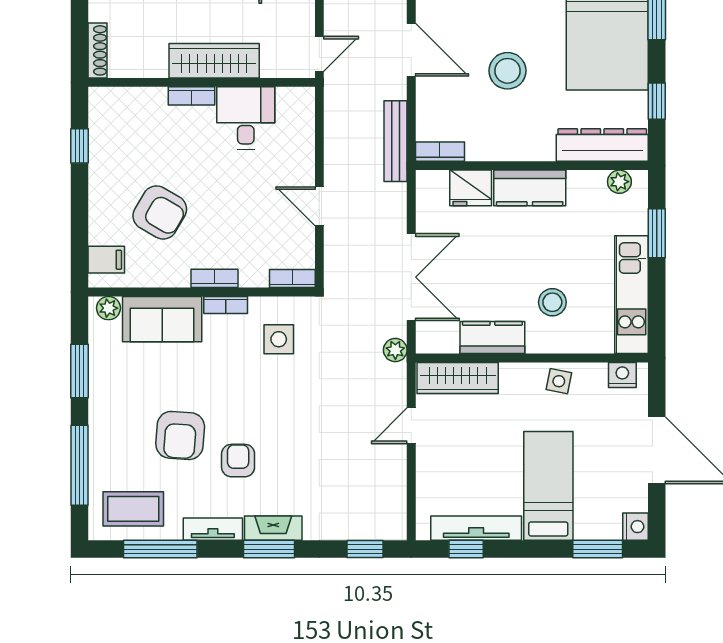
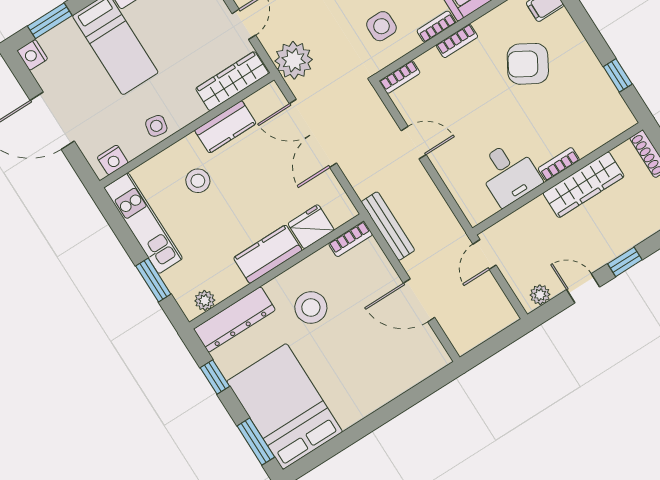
wardrobe: (214, 61) -> (584, 185), moved
stool: (507, 71) -> (311, 307), moved
plant: (395, 350) -> (294, 60), width x1.87, depth x1.87

